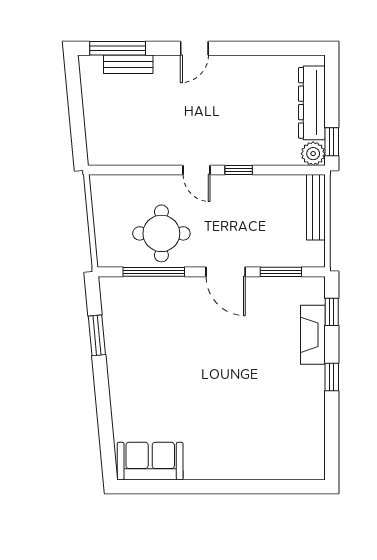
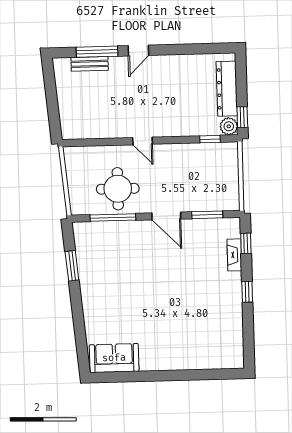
window: (118, 48) -> (97, 52), moved
window: (239, 170) -> (210, 139), moved
bench: (316, 207) -> (232, 166), removed
fireplace: (313, 335) -> (234, 255), width x0.73, depth x0.76

